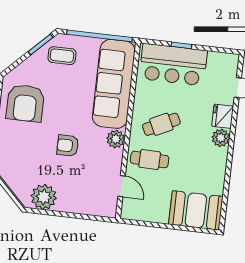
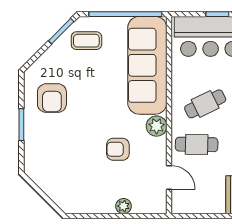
armchair: (25, 103) -> (52, 98), width x0.73, depth x0.73
armchair: (68, 146) -> (118, 149), moved
plant: (44, 197) -> (124, 206), moved, width x0.53, depth x0.53

